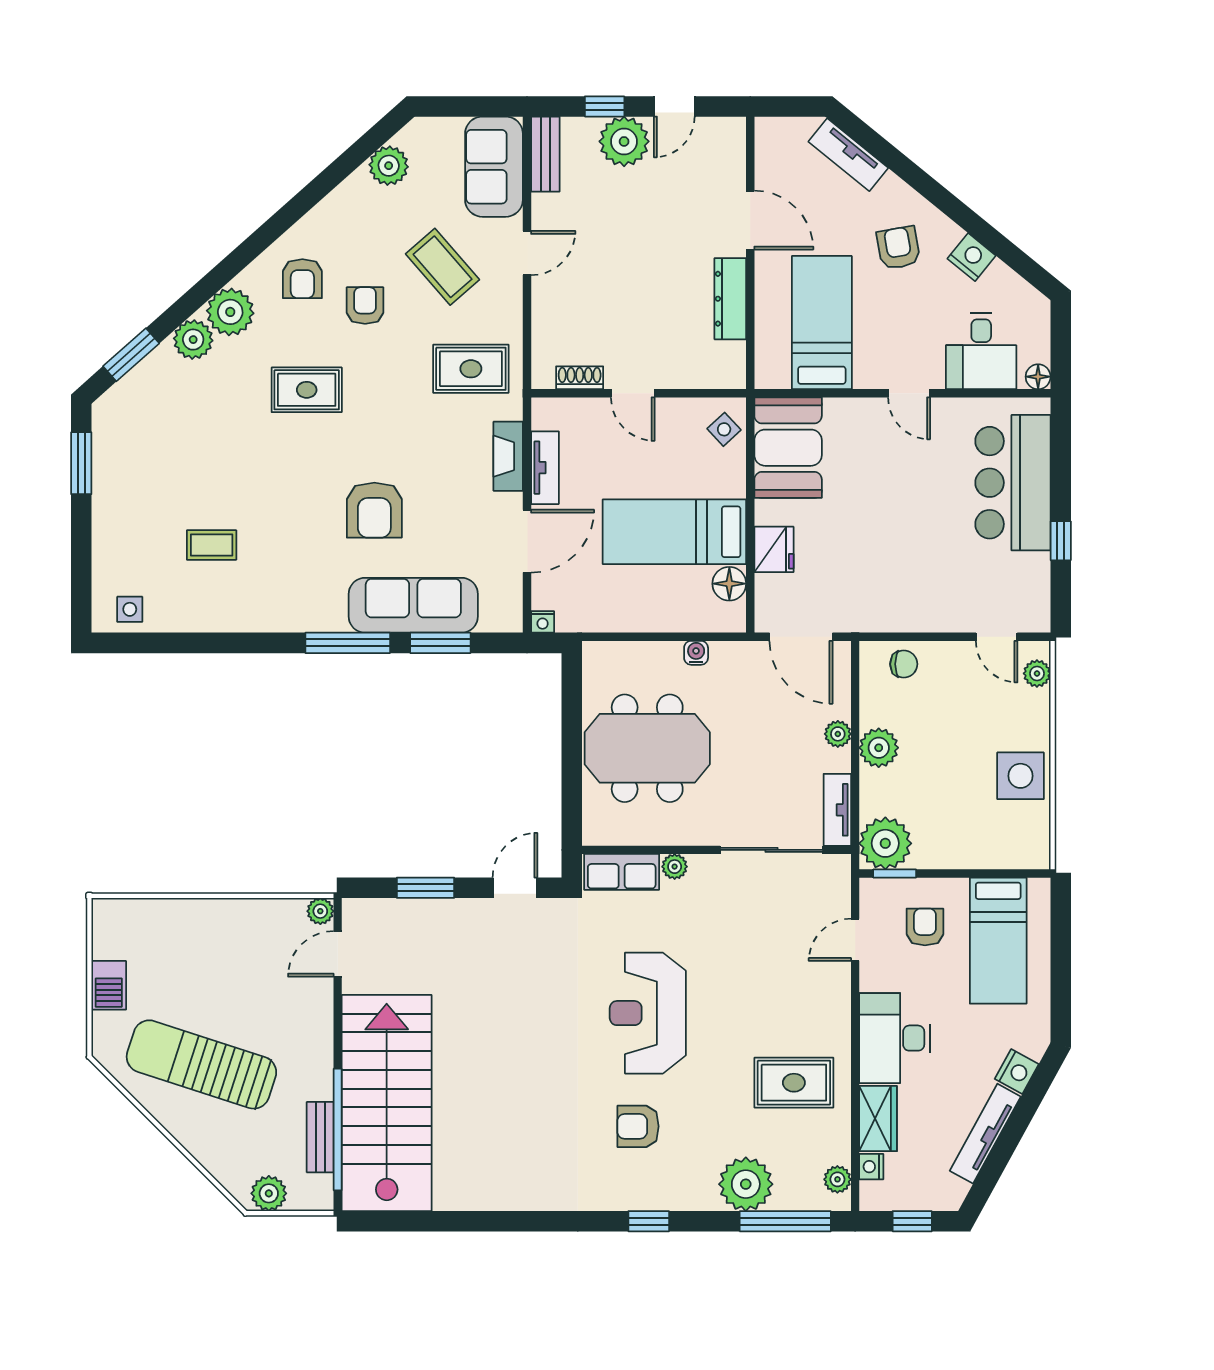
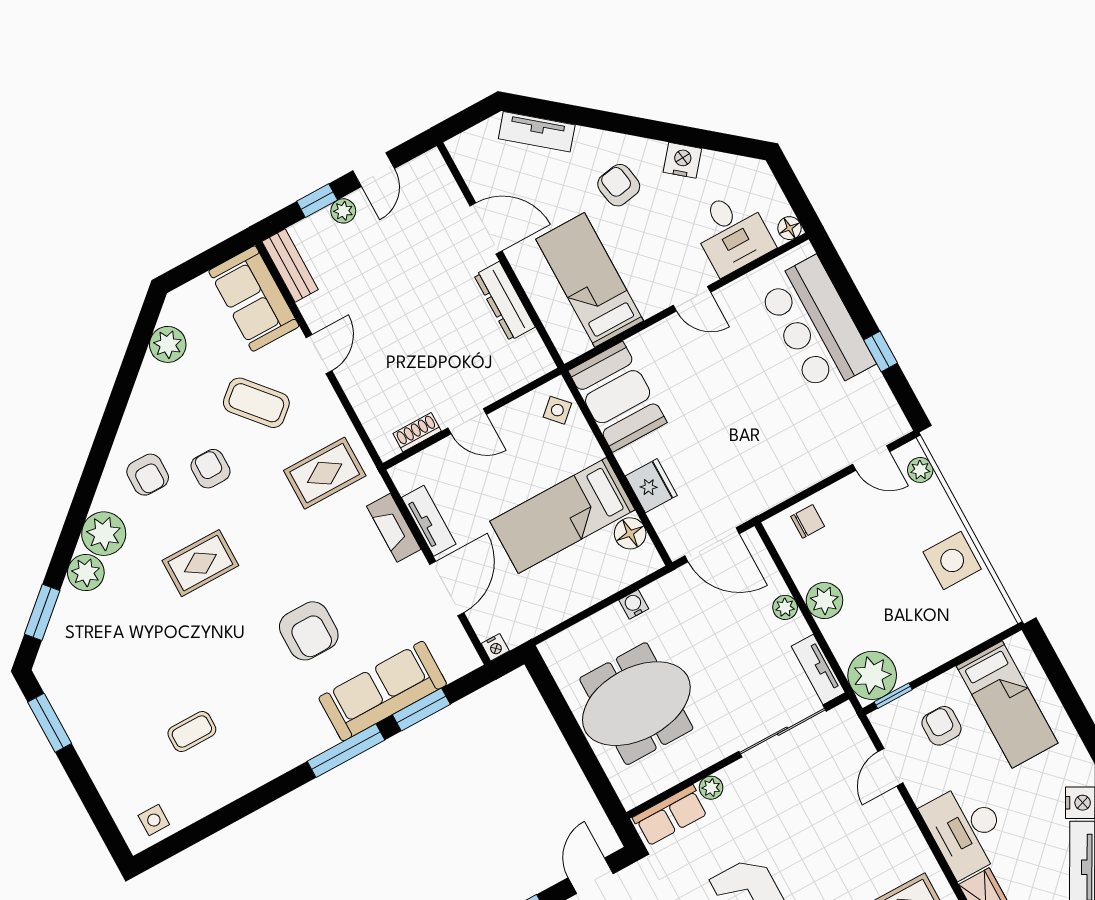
plant: (624, 141) -> (343, 211), width x0.53, depth x0.53

